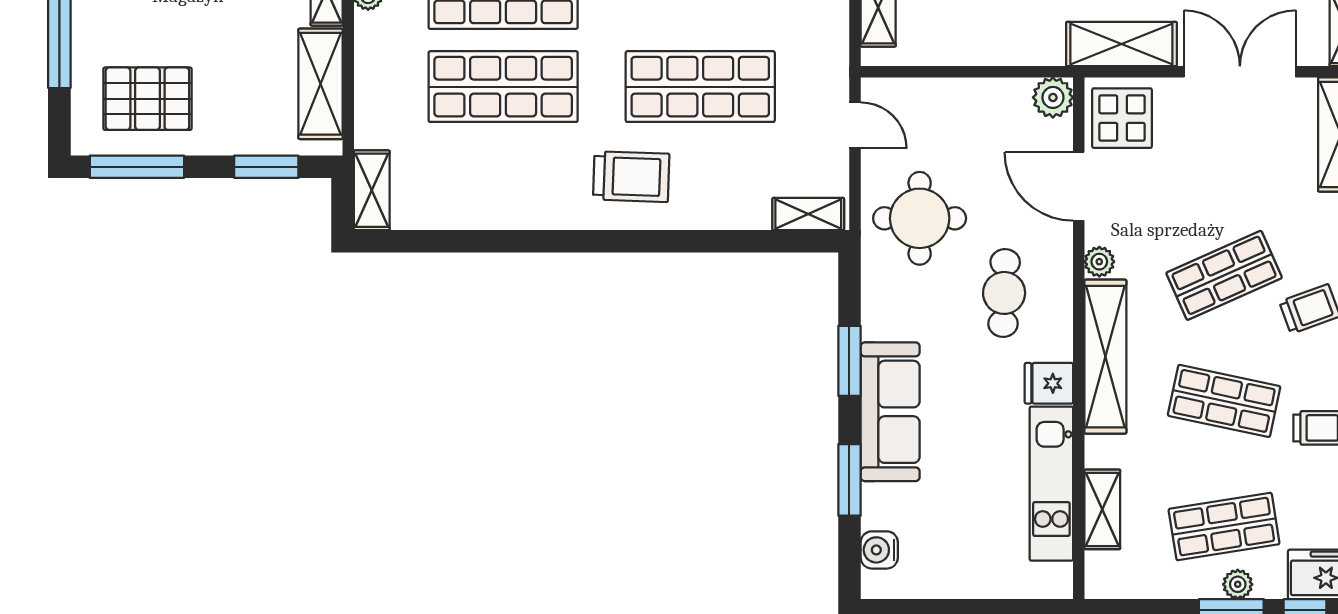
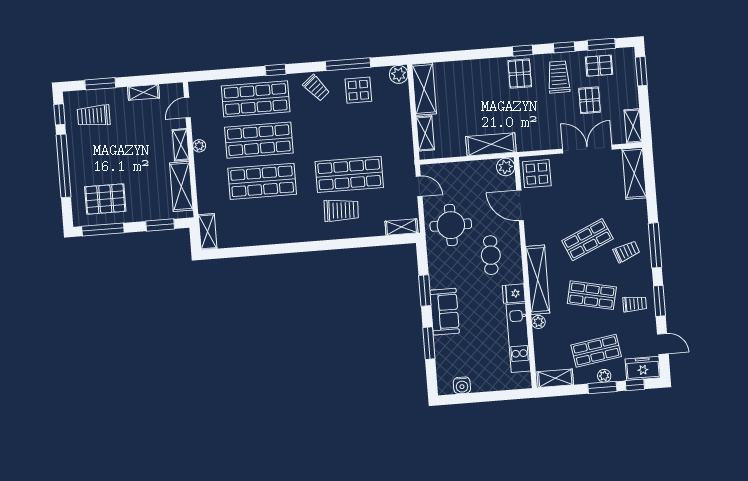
shelving: (1121, 44) -> (491, 144), moved
trolley: (631, 177) -> (341, 210), moved
plant: (1099, 262) -> (538, 322), moved
sofa: (890, 412) -> (445, 312), width x0.73
shelving: (1102, 509) -> (555, 378), moved, turned 90
water cooler: (879, 550) -> (462, 385), moved, turned -90

